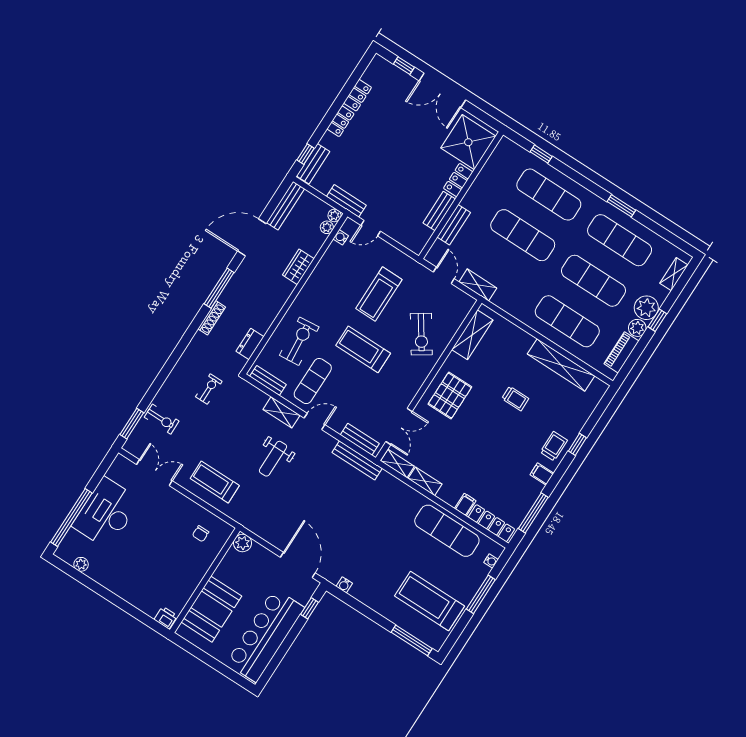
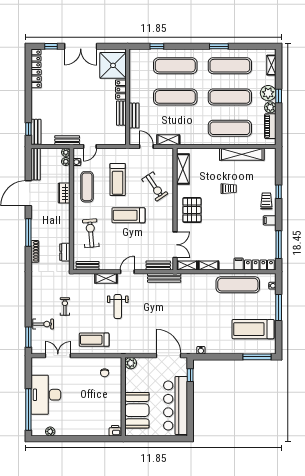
locker: (340, 121) -> (36, 59), moved
exercise mat: (313, 381) -> (87, 187), moved
exercise bike: (209, 389) -> (65, 306), moved

